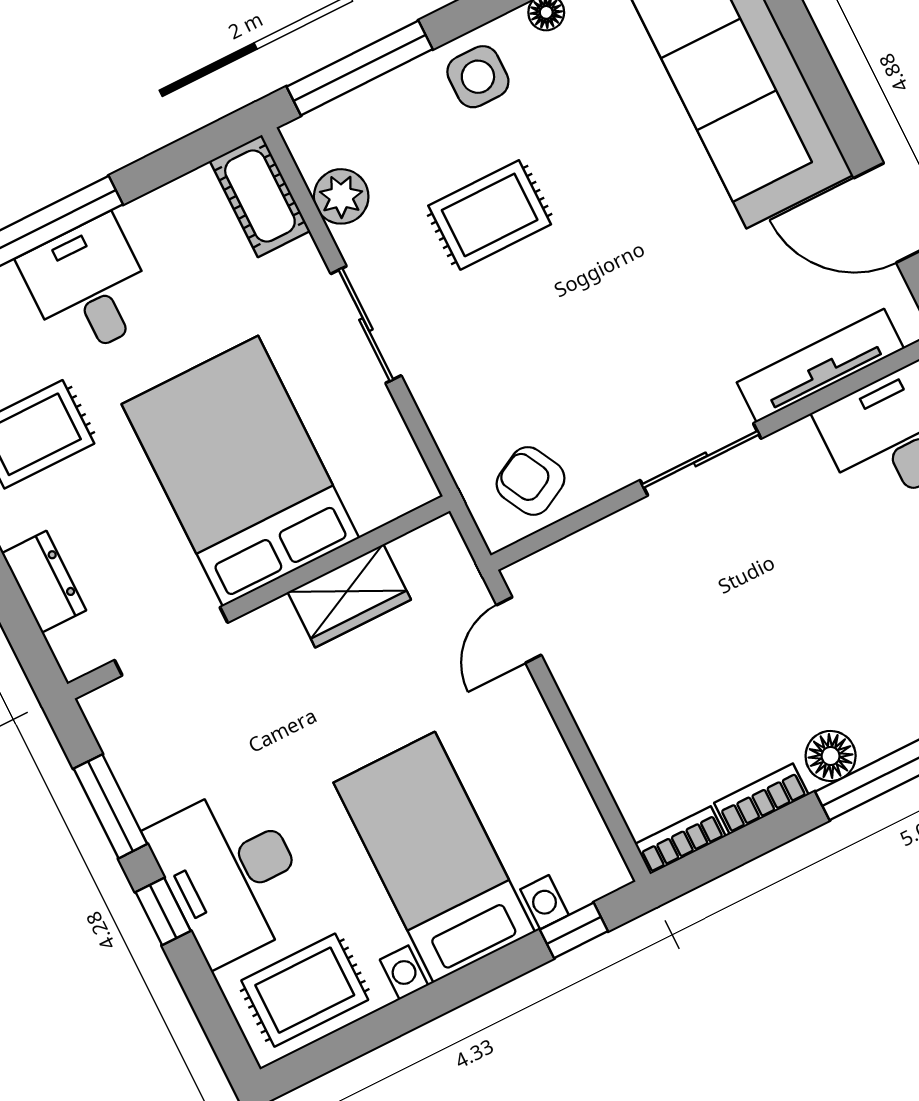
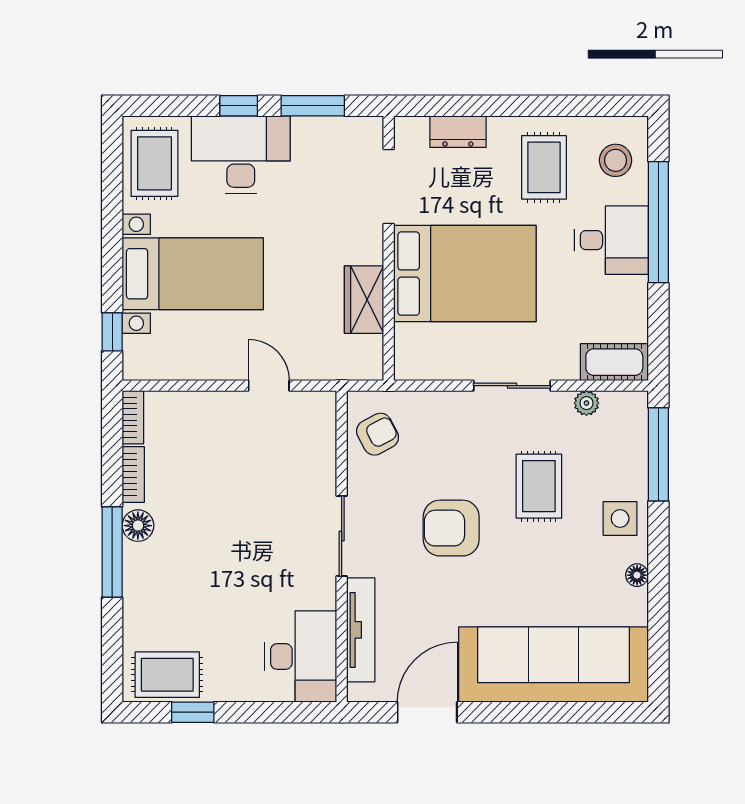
plant: (341, 196) -> (586, 403), width x0.73, depth x0.73
armchair: (611, 310) -> (451, 528), added
door: (519, 630) -> (269, 386), moved

